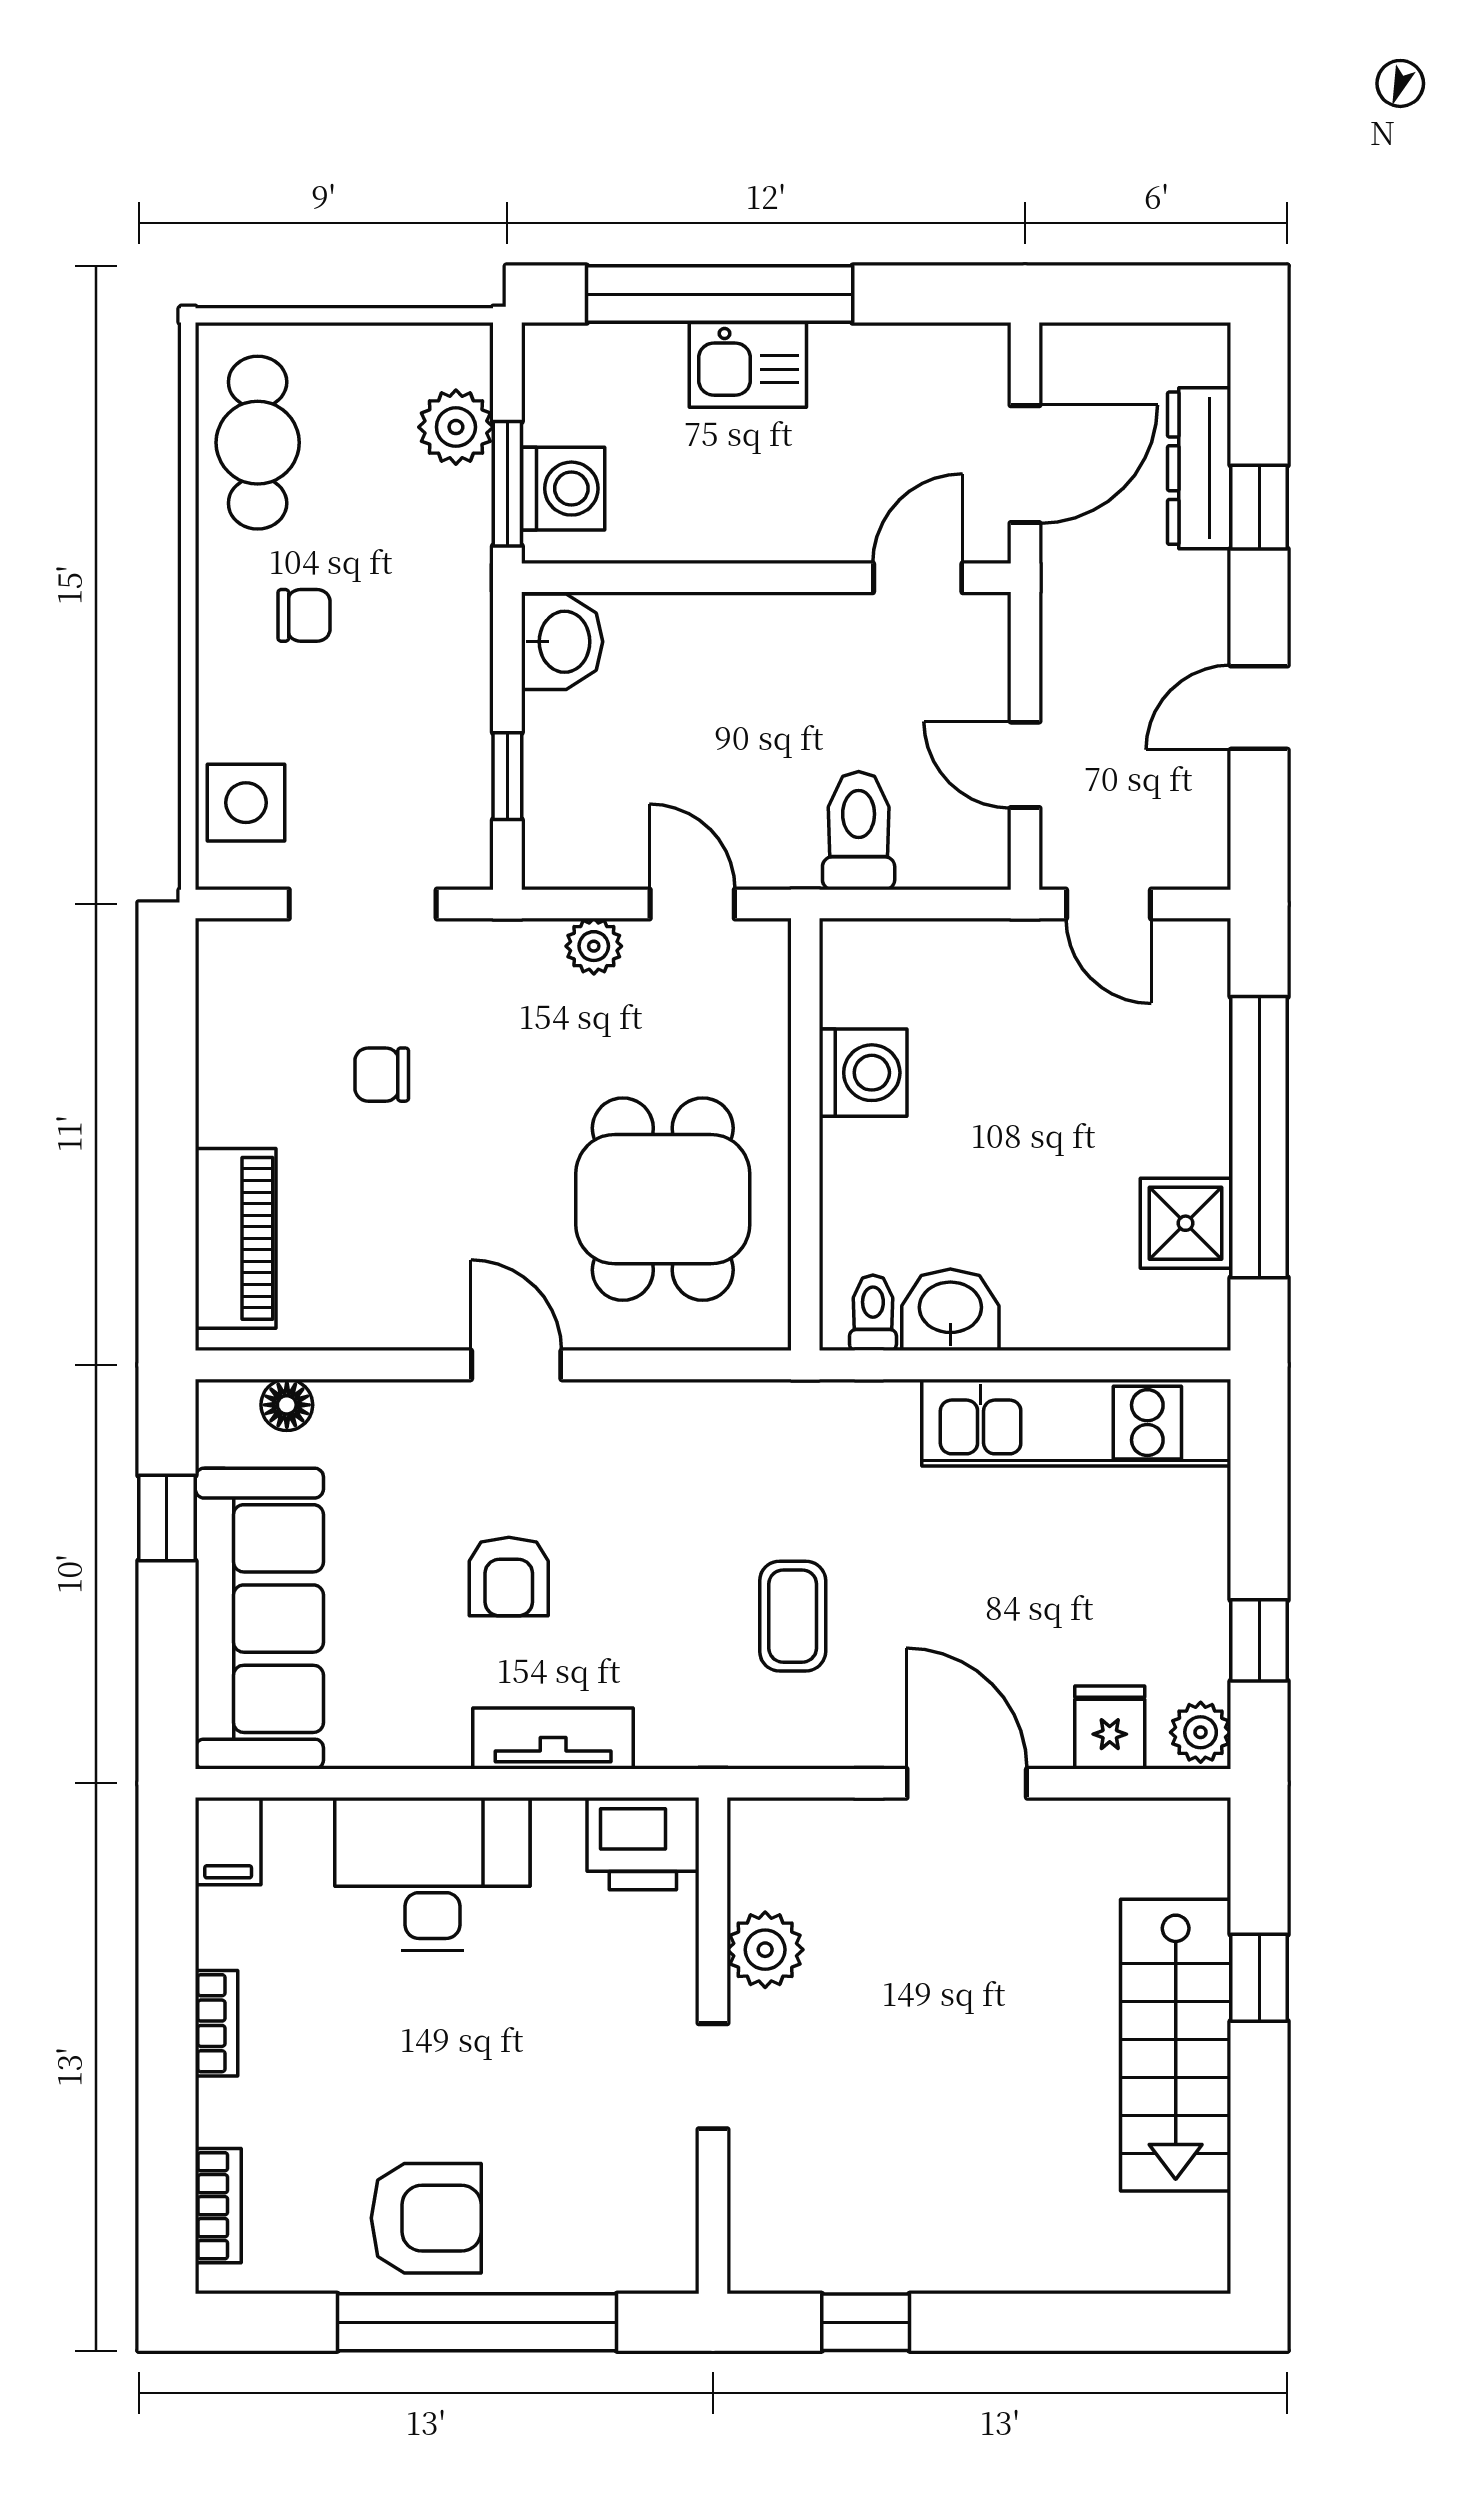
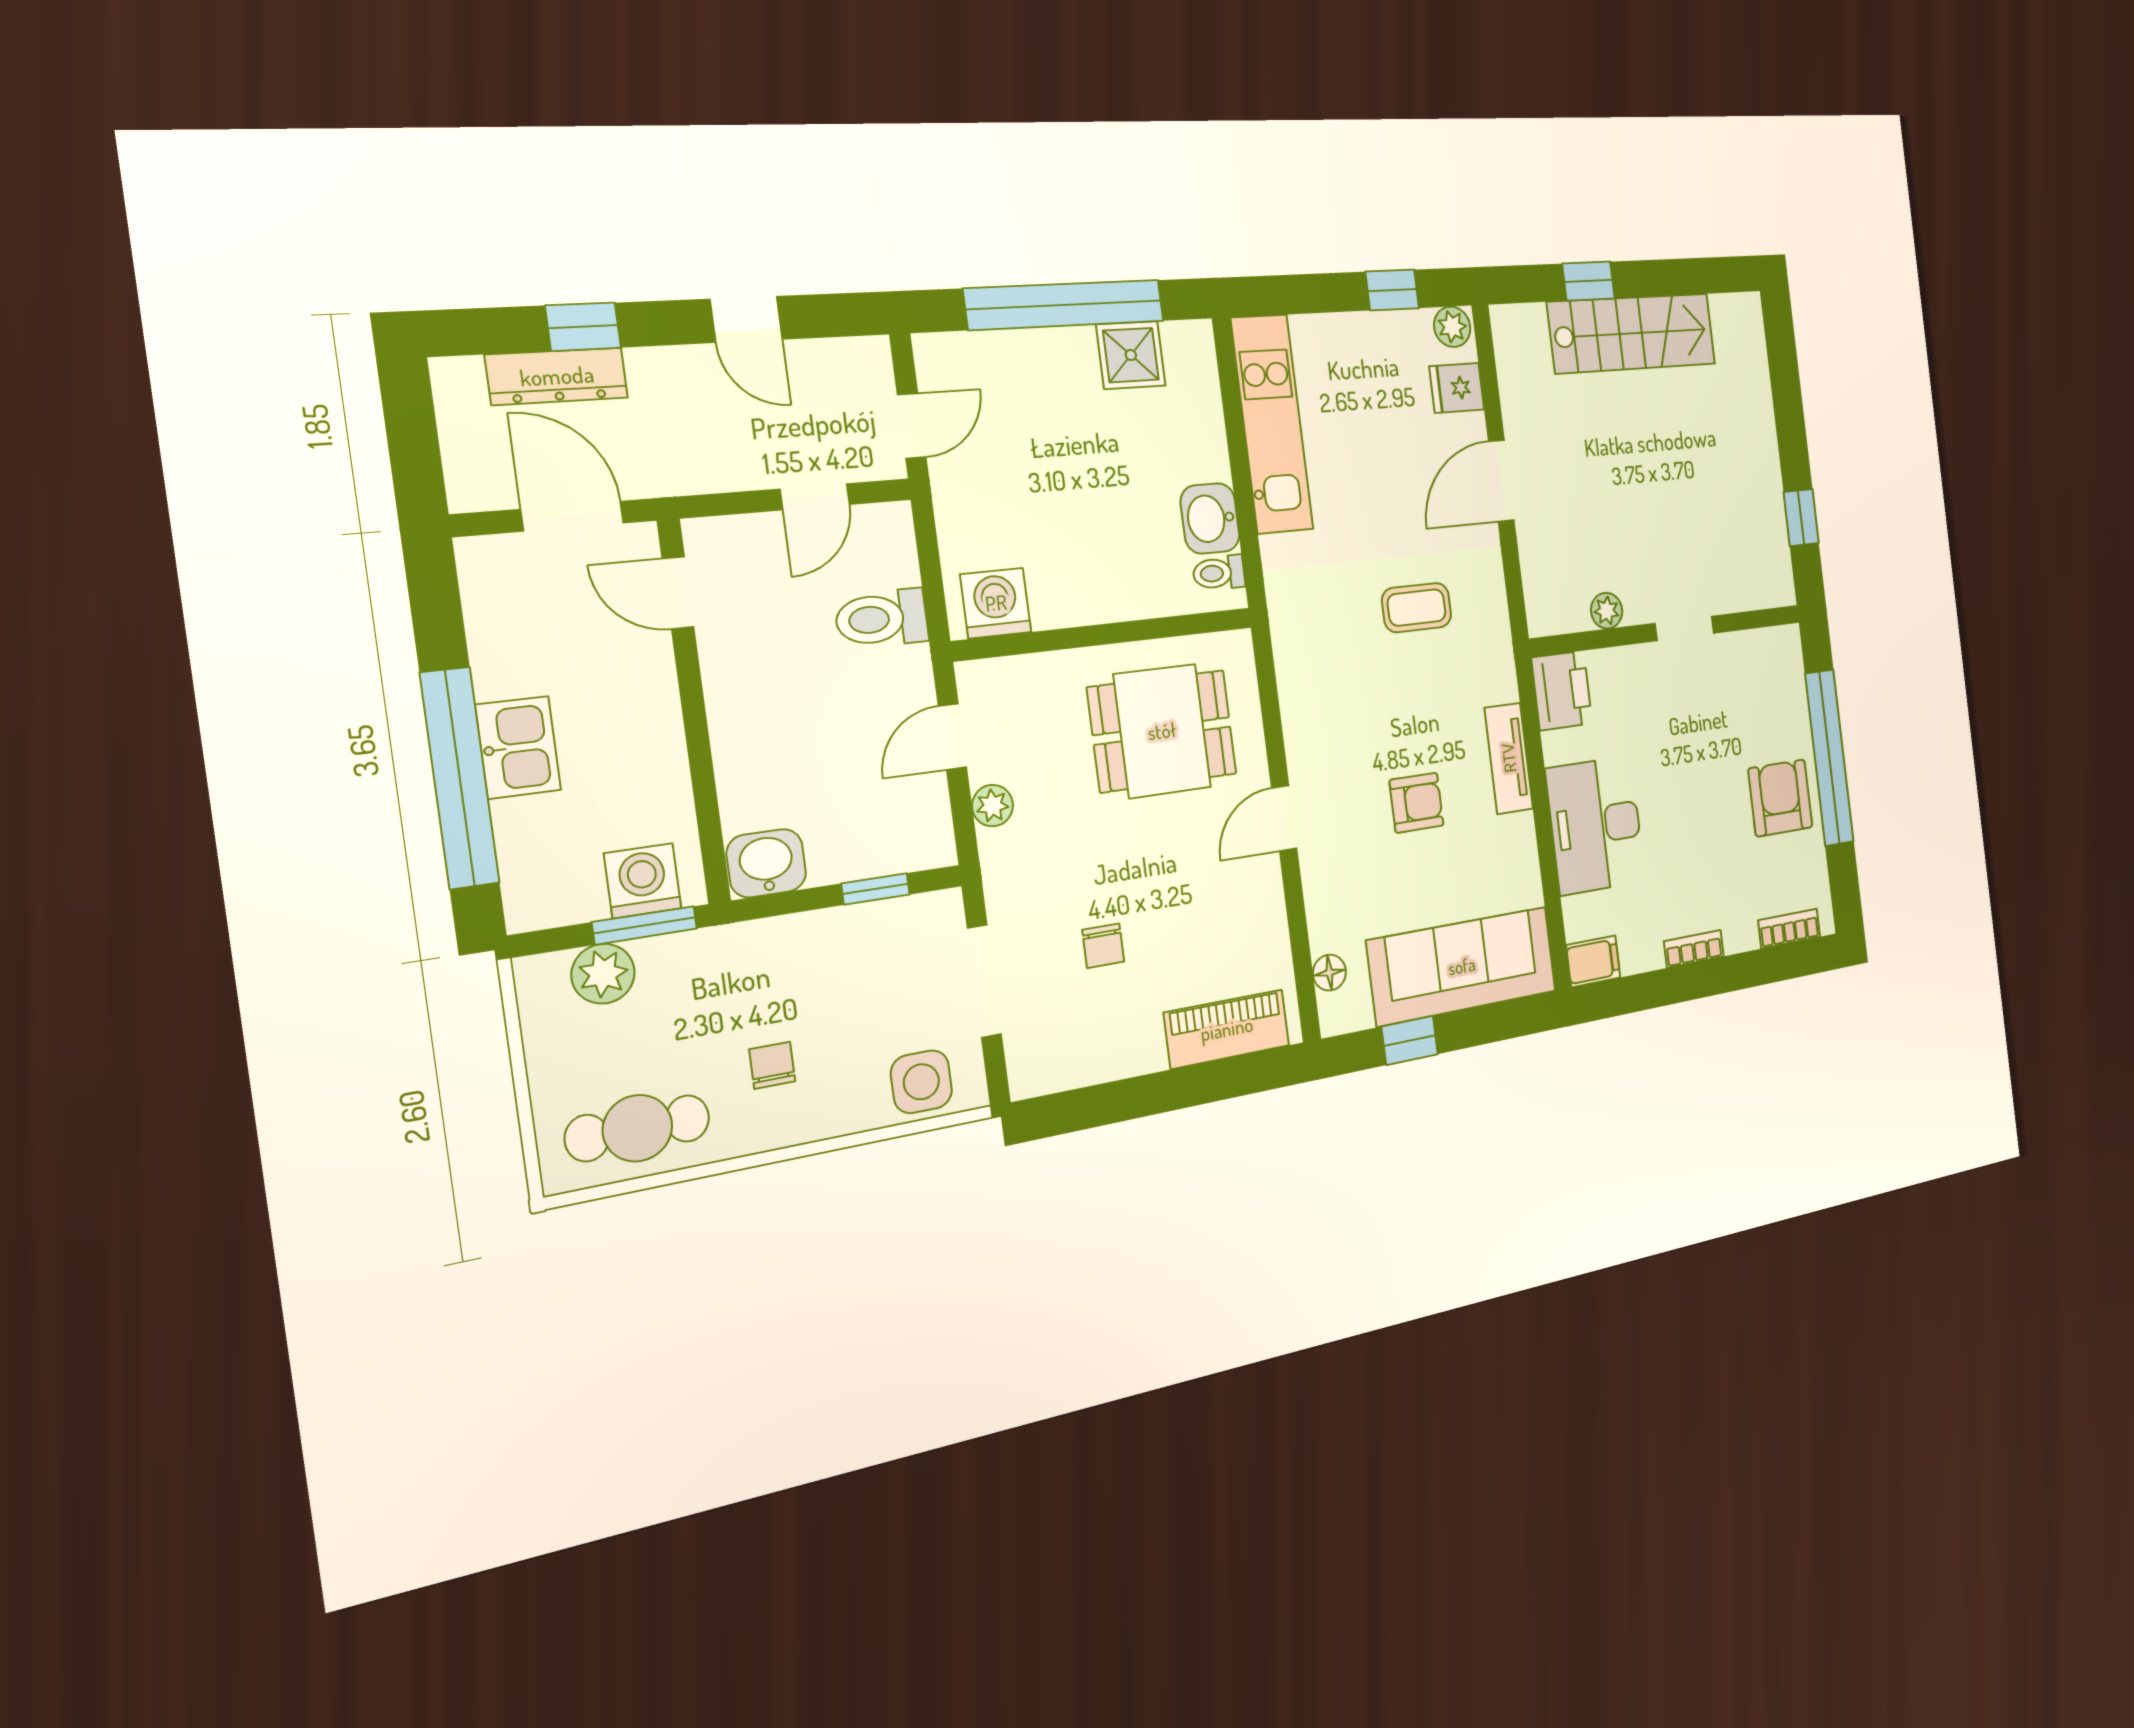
washing machine: (863, 1073) -> (996, 603), moved
plant: (765, 1950) -> (1607, 611), width x0.73, depth x0.73

